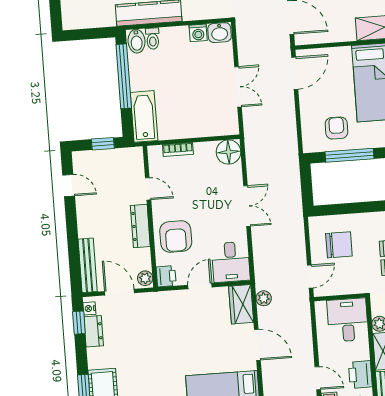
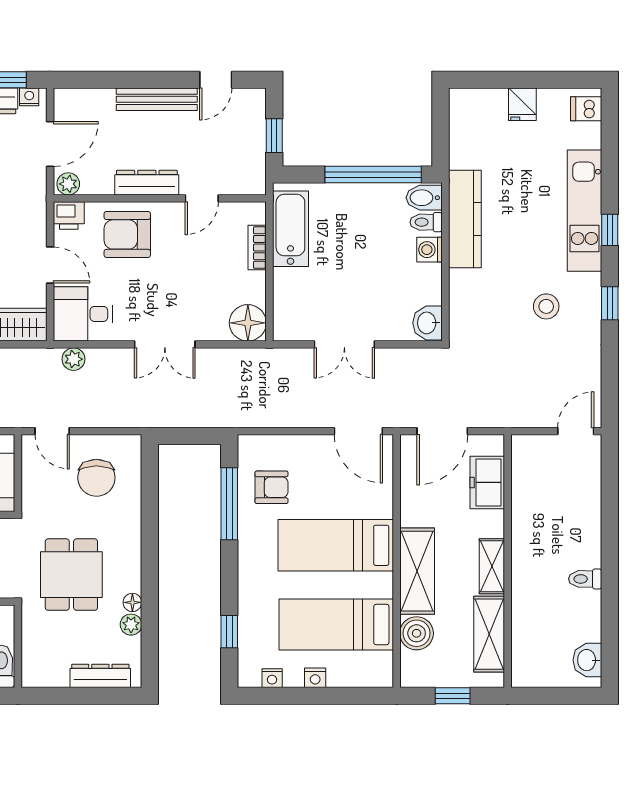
washing machine: (198, 33) -> (429, 250), moved
bathtub: (144, 116) -> (290, 229), moved, turned -90
bench: (88, 265) -> (157, 99), moved
plant: (264, 298) -> (73, 359), moved

